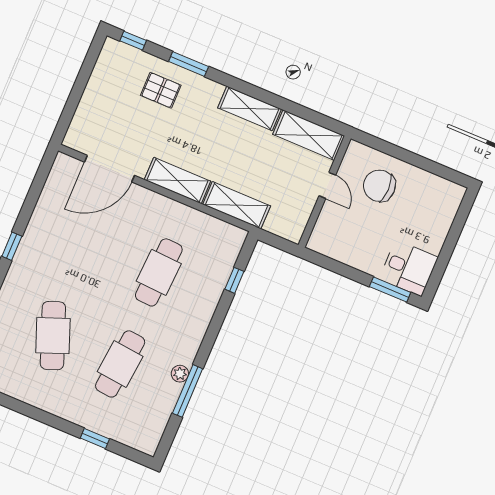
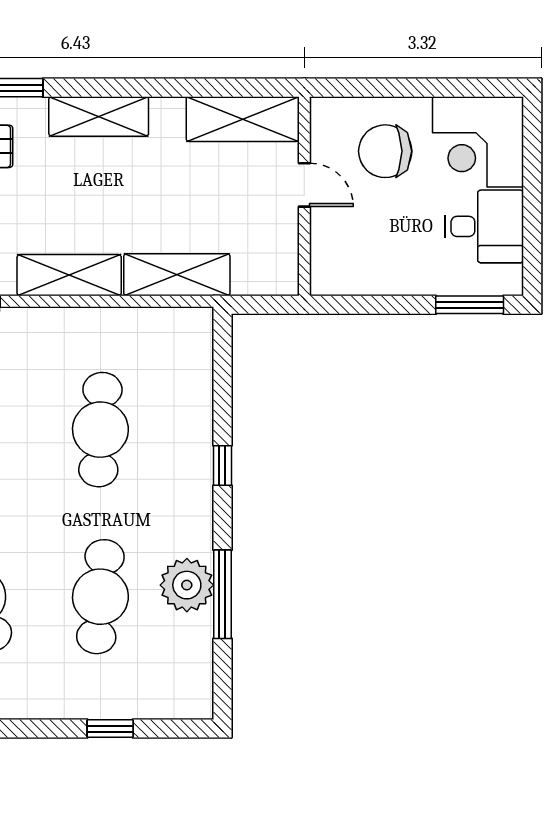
shelving: (250, 108) -> (99, 116), moved
corner desk: (432, 202) -> (478, 142), added
desk: (409, 268) -> (484, 226), moved
window: (234, 280) -> (222, 465), moved
plant: (180, 374) -> (187, 585), width x1.87, depth x1.87

